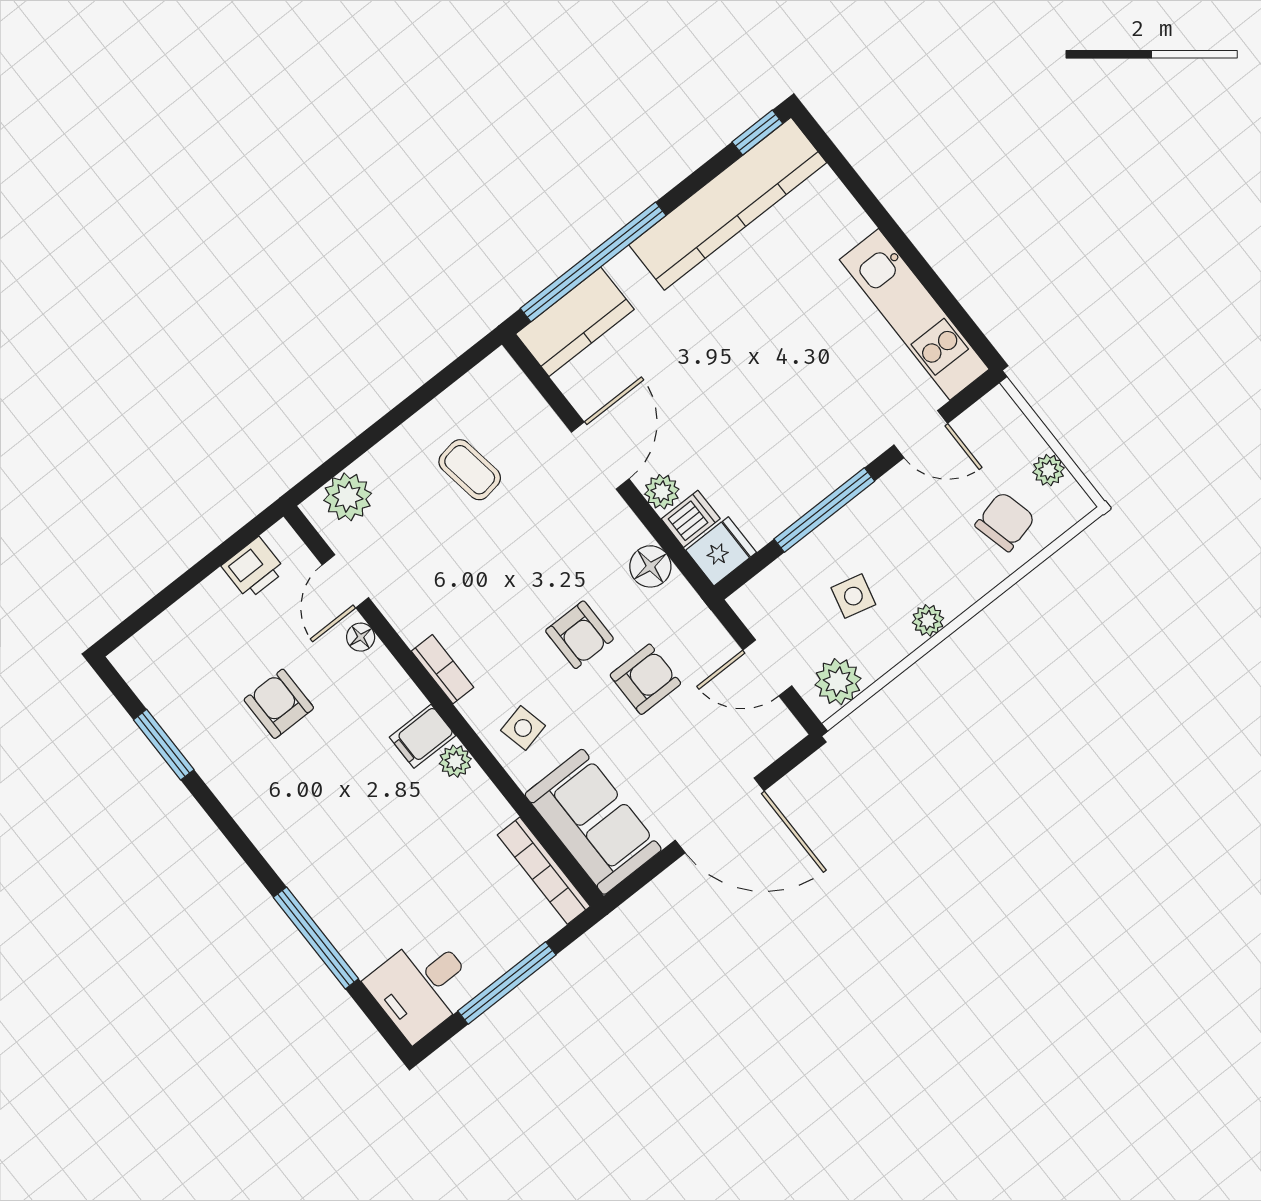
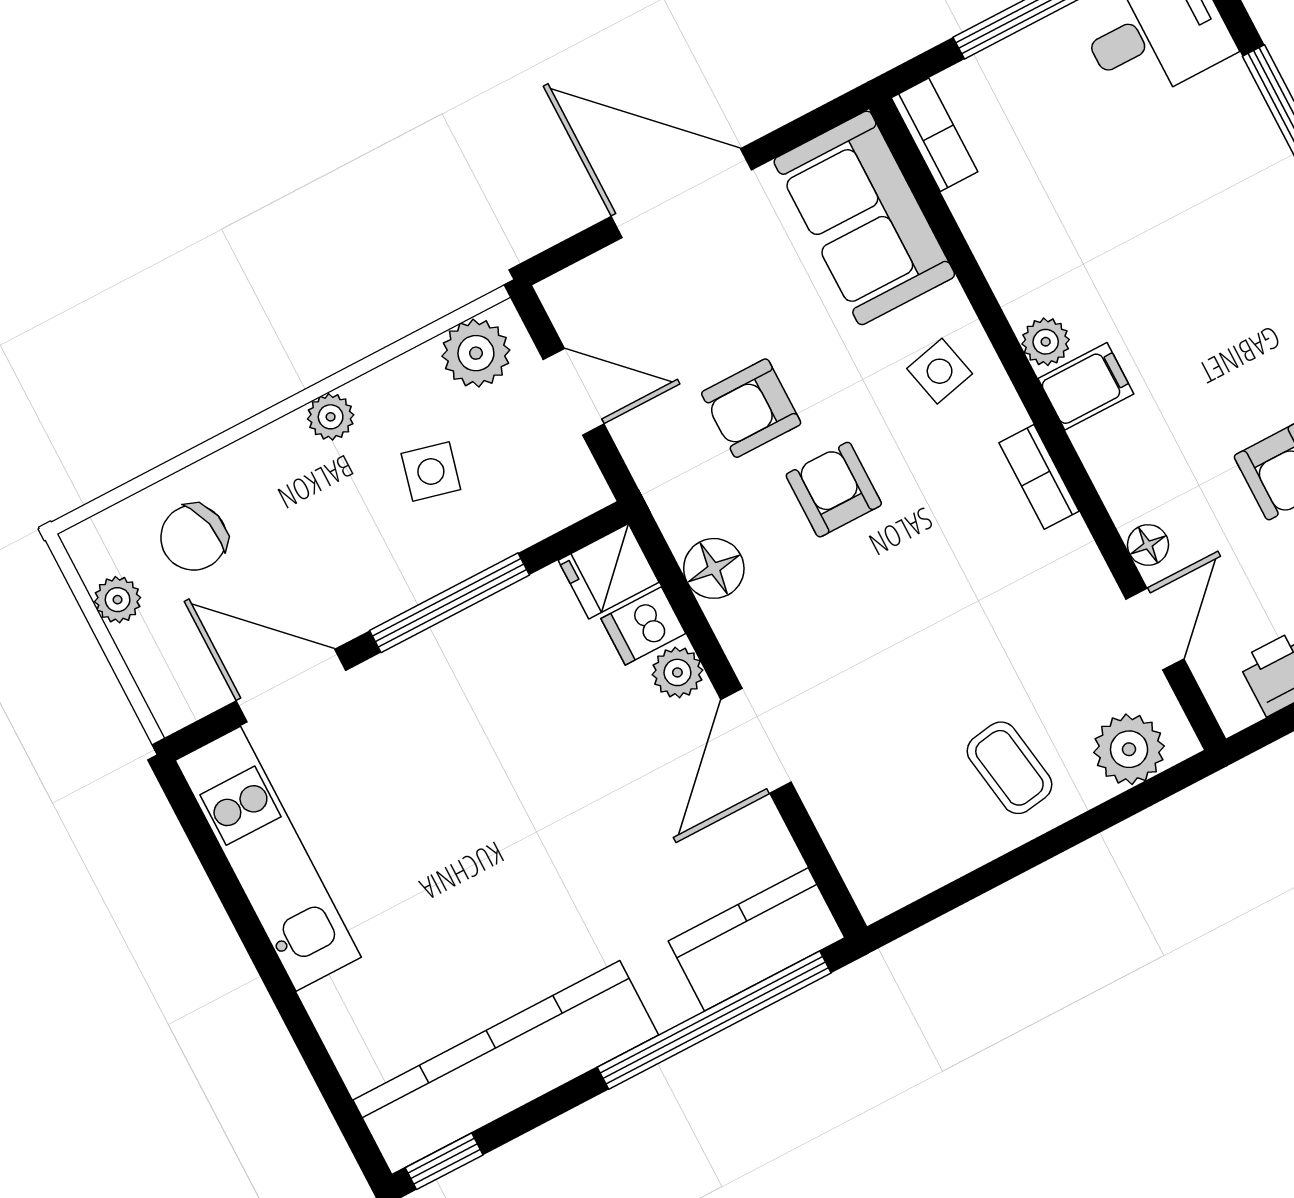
door: (921, 434) -> (291, 686), width x1.38
coffee table: (470, 470) -> (1009, 768), moved
bookcase: (544, 871) -> (934, 135), width x0.64

